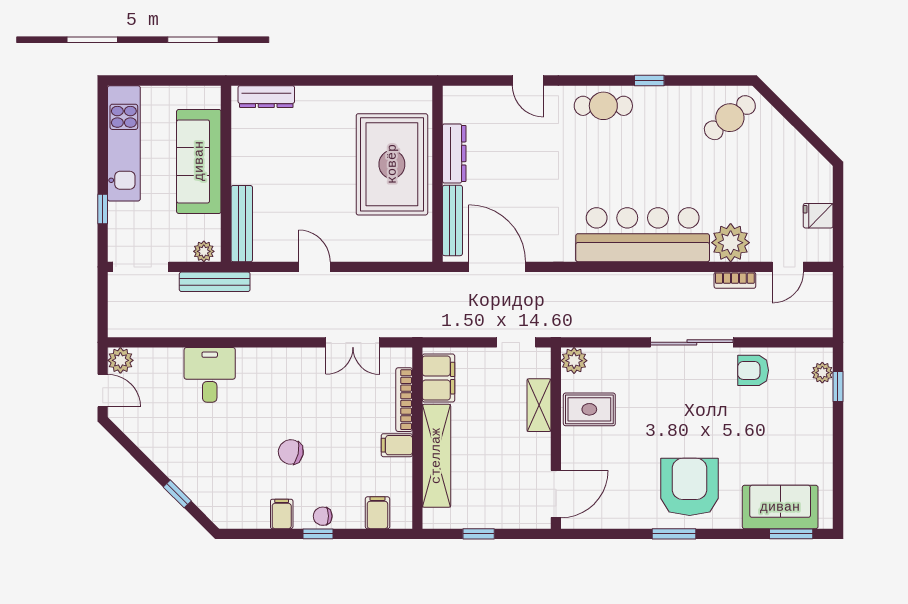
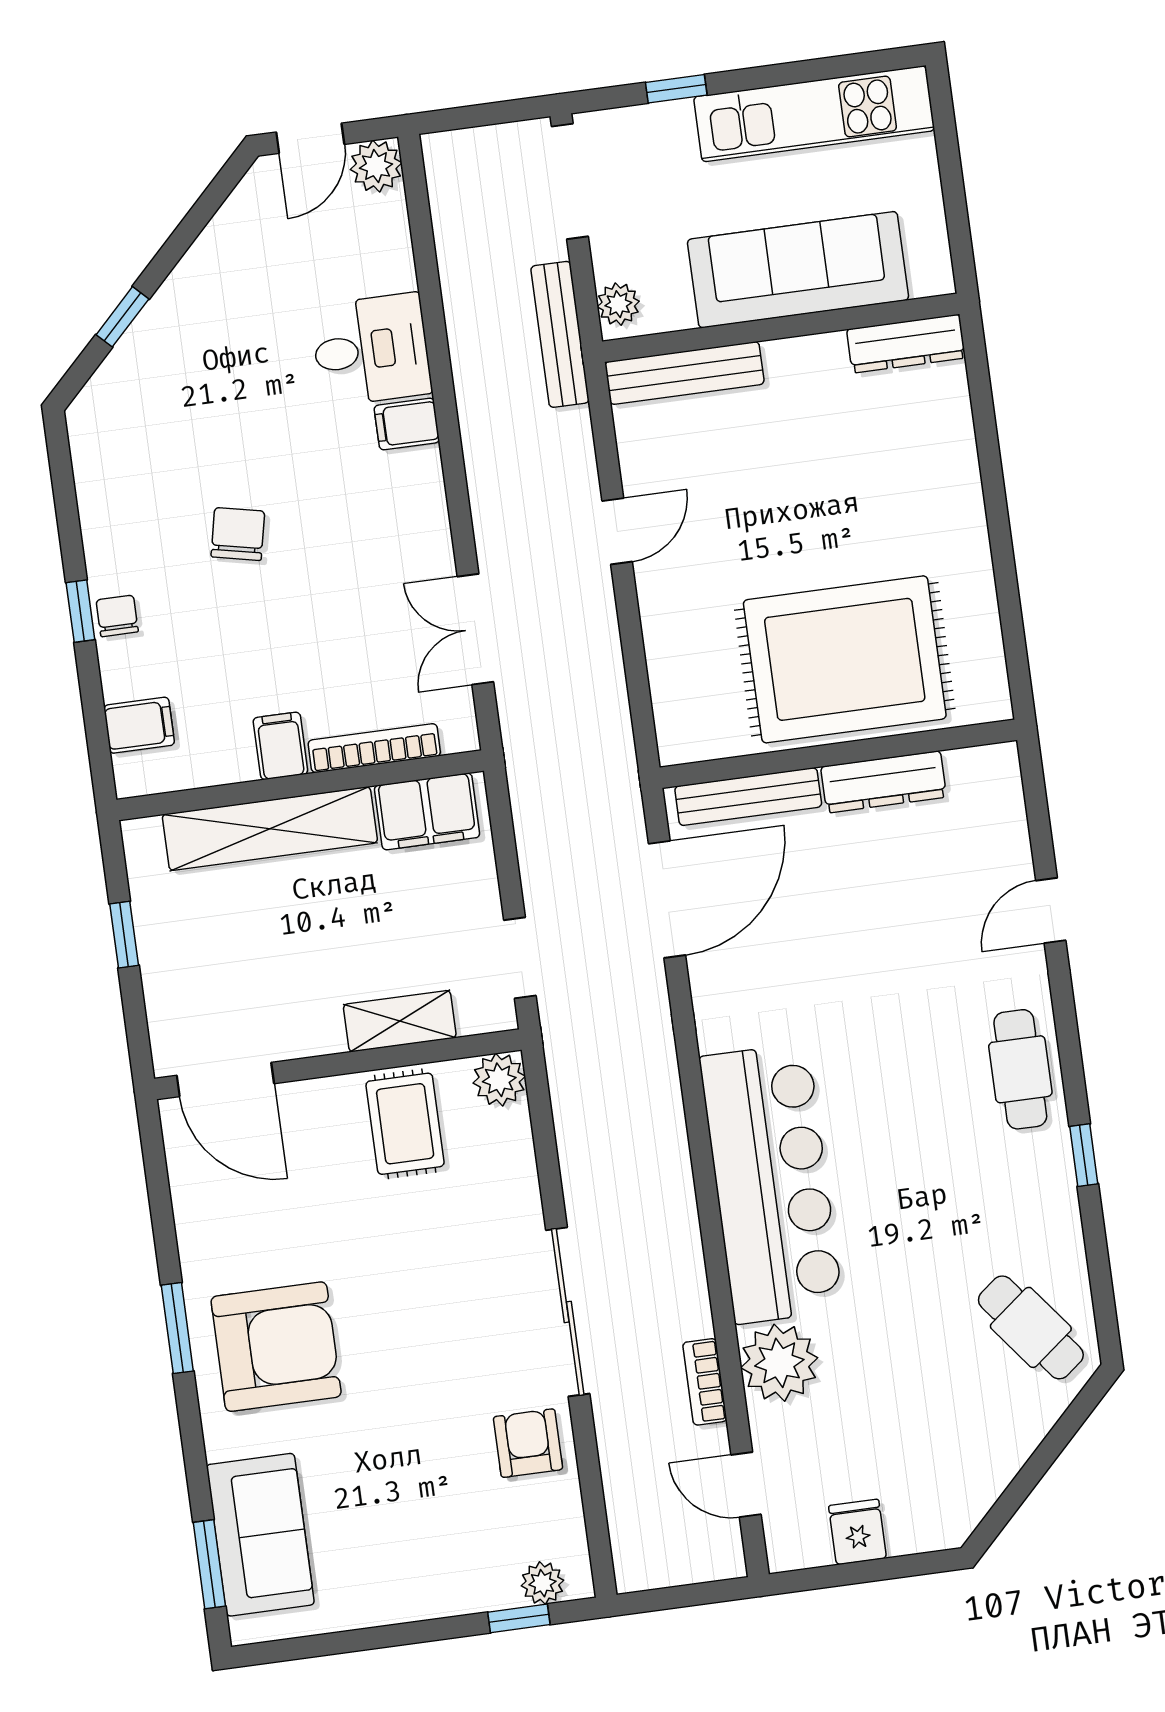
dresser: (266, 97) -> (906, 344), moved, turned -90
filing cabinet: (282, 514) -> (407, 424), moved, turned 180

